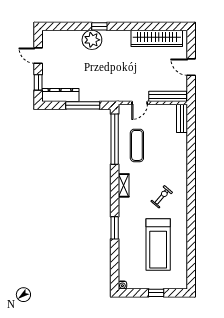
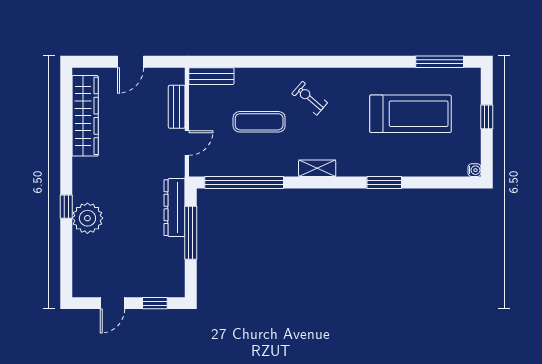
dresser: (60, 95) -> (175, 208), moved
bench: (168, 96) -> (177, 107), width x0.73
door: (140, 103) -> (187, 143), hinge flipped
exercise mat: (137, 145) -> (259, 122), moved
exercise bike: (162, 197) -> (310, 98), moved
window: (191, 263) -> (440, 62), added

